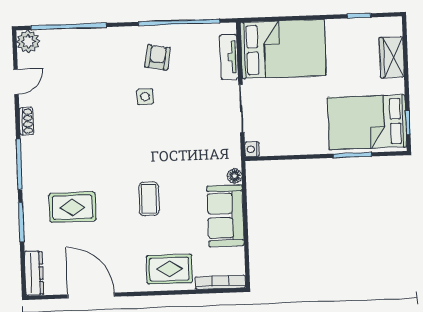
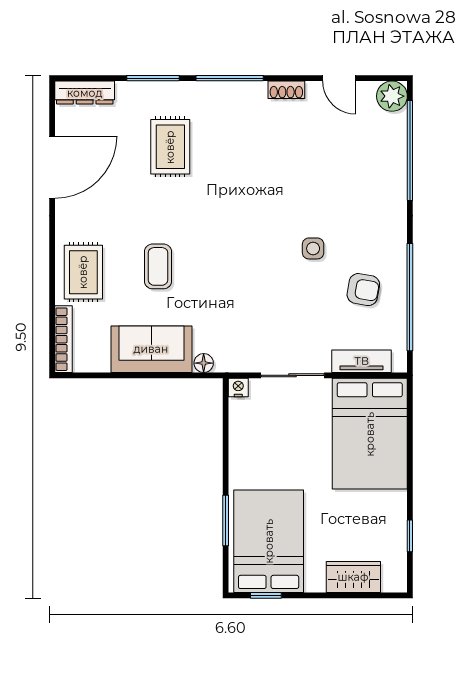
armchair: (158, 57) -> (363, 290), moved
coffee table: (149, 199) -> (158, 266), moved, turned 90

